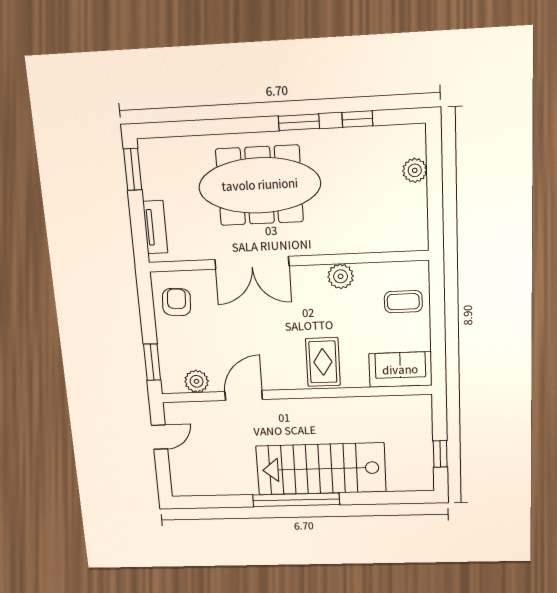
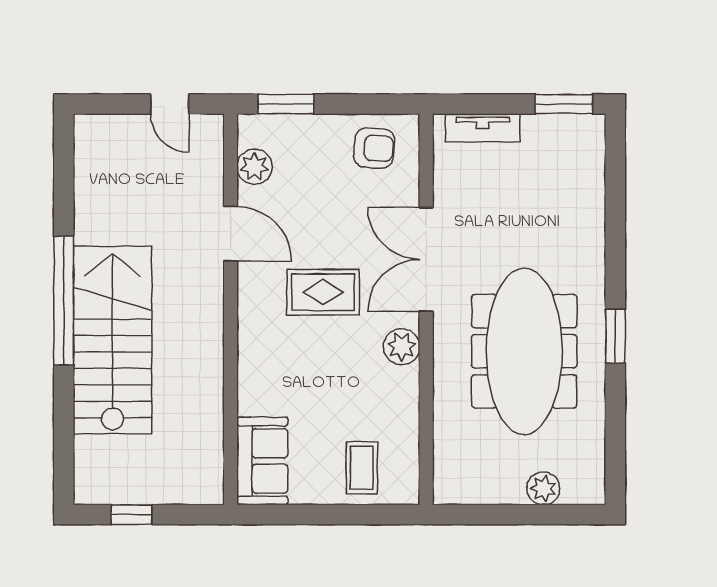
window: (357, 119) -> (615, 414), removed
meeting table: (260, 185) -> (524, 351), moved
plant: (341, 276) -> (402, 347), moved
rug: (323, 362) -> (323, 292), moved

